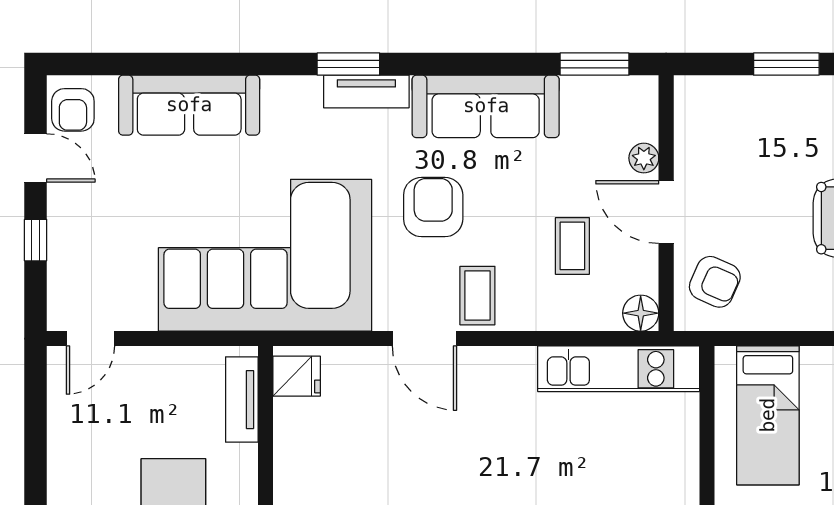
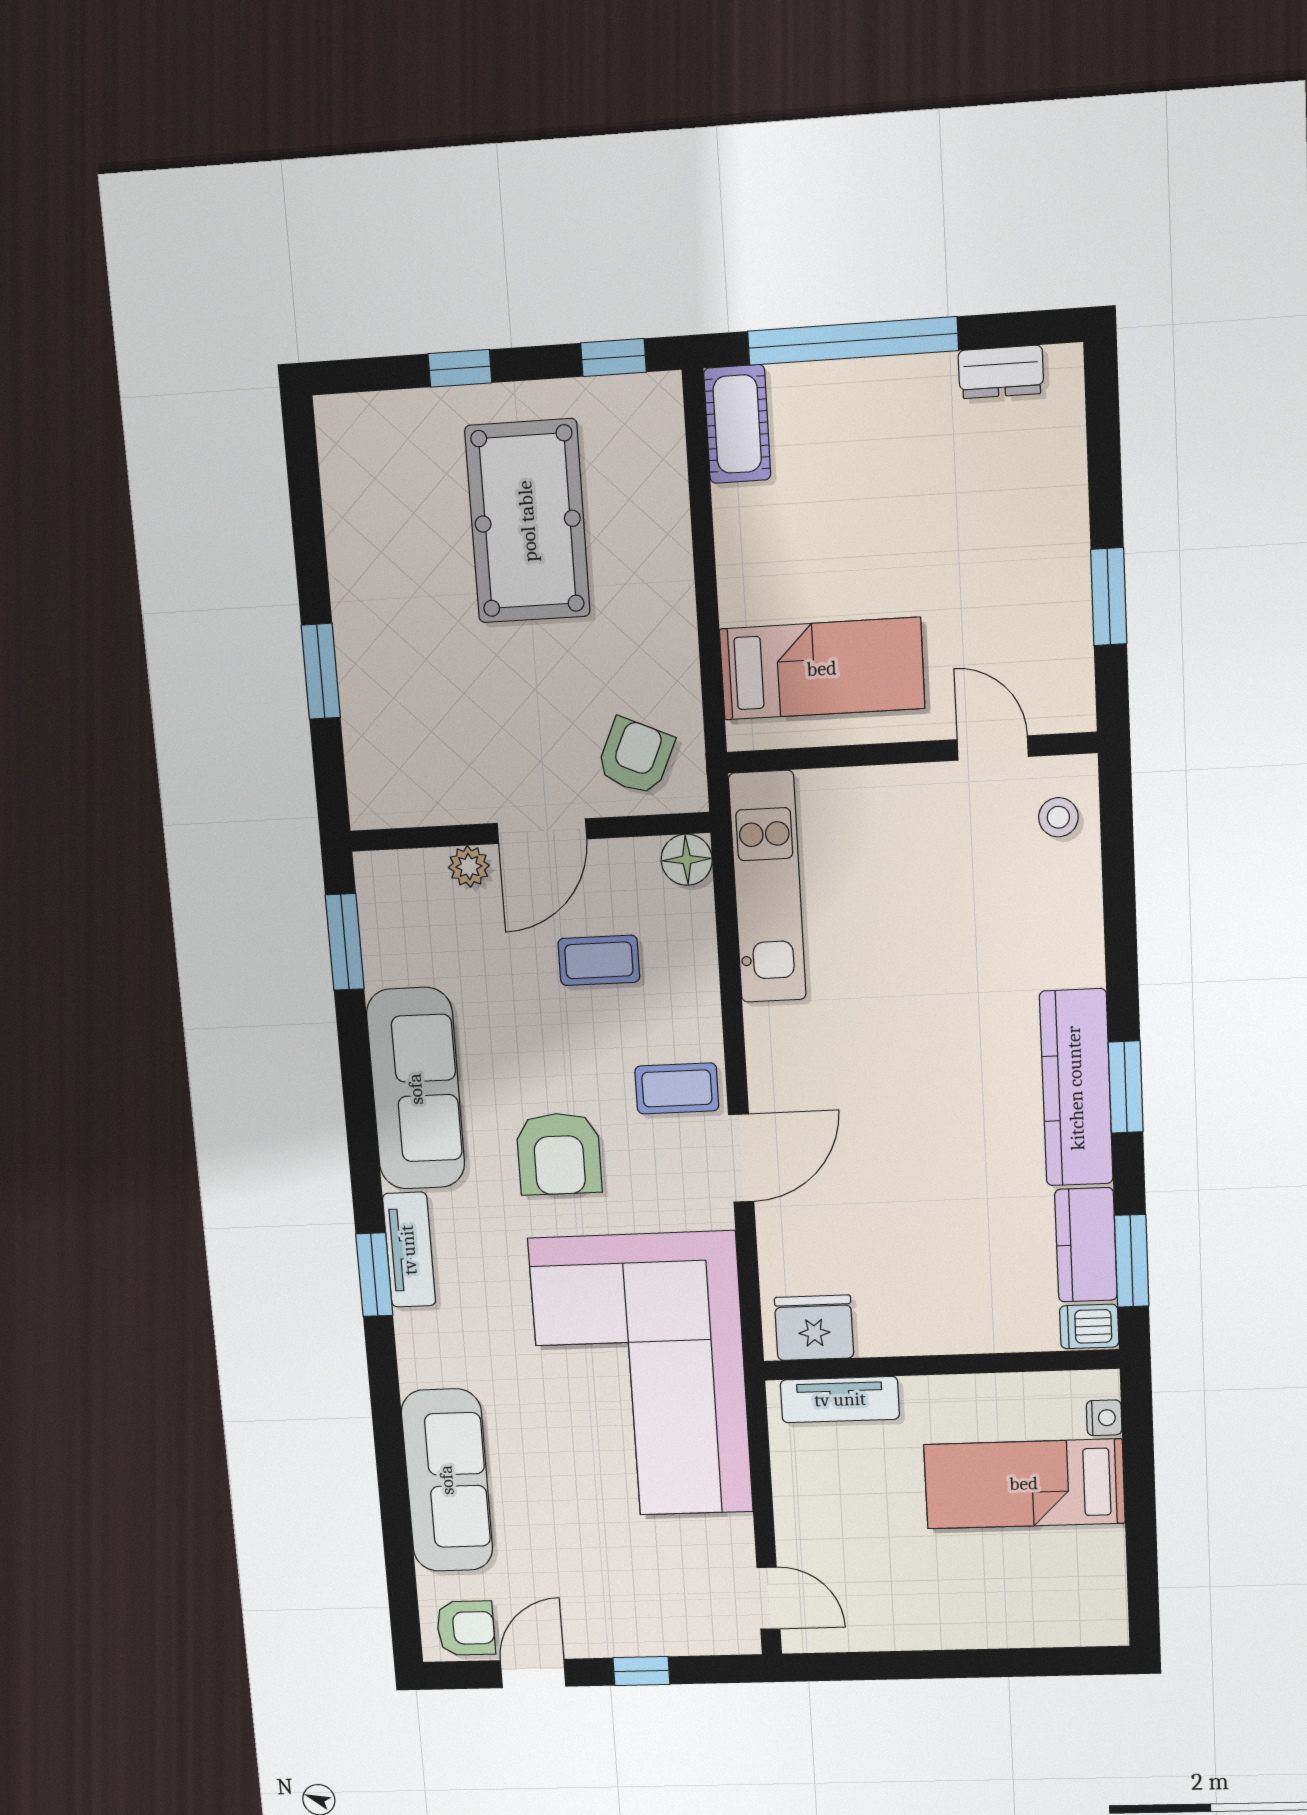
armchair: (433, 207) -> (559, 1154), turned -90
fridge: (297, 376) -> (814, 1328), width x1.38

